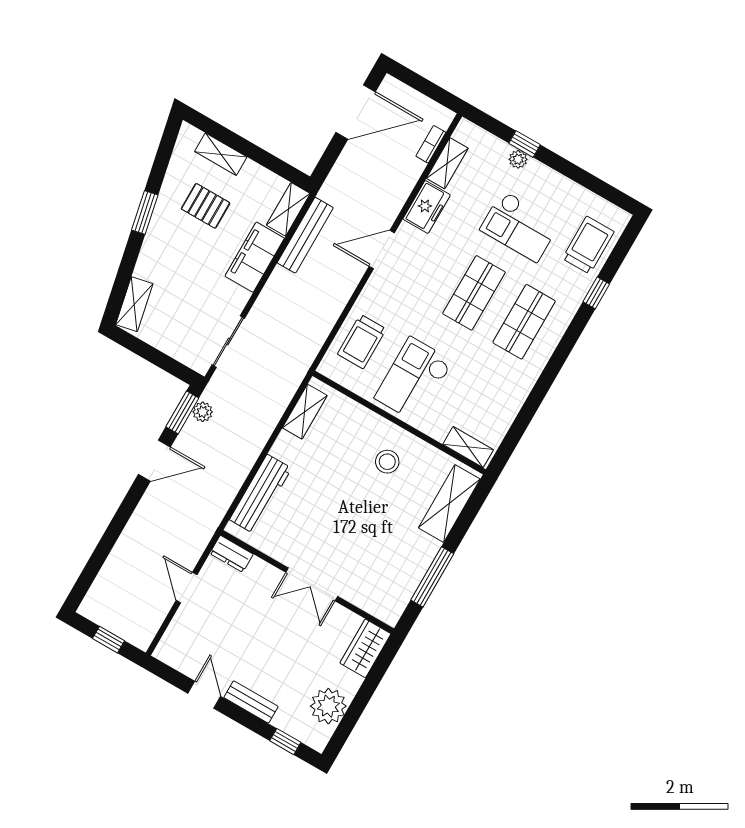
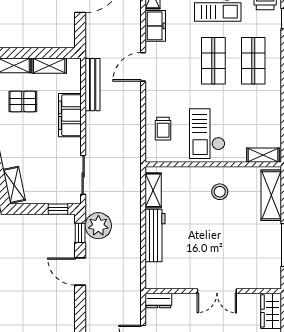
shelving: (288, 209) -> (49, 66), moved, turned 90
trolley: (362, 341) -> (163, 129), width x0.73, depth x0.72
window: (172, 366) -> (58, 209), added
window: (182, 412) -> (80, 233), width x0.67
plant: (203, 412) -> (98, 226), width x1.88, depth x1.88
door: (154, 461) -> (80, 271), swing flipped
workbench: (261, 494) -> (155, 235), moved

